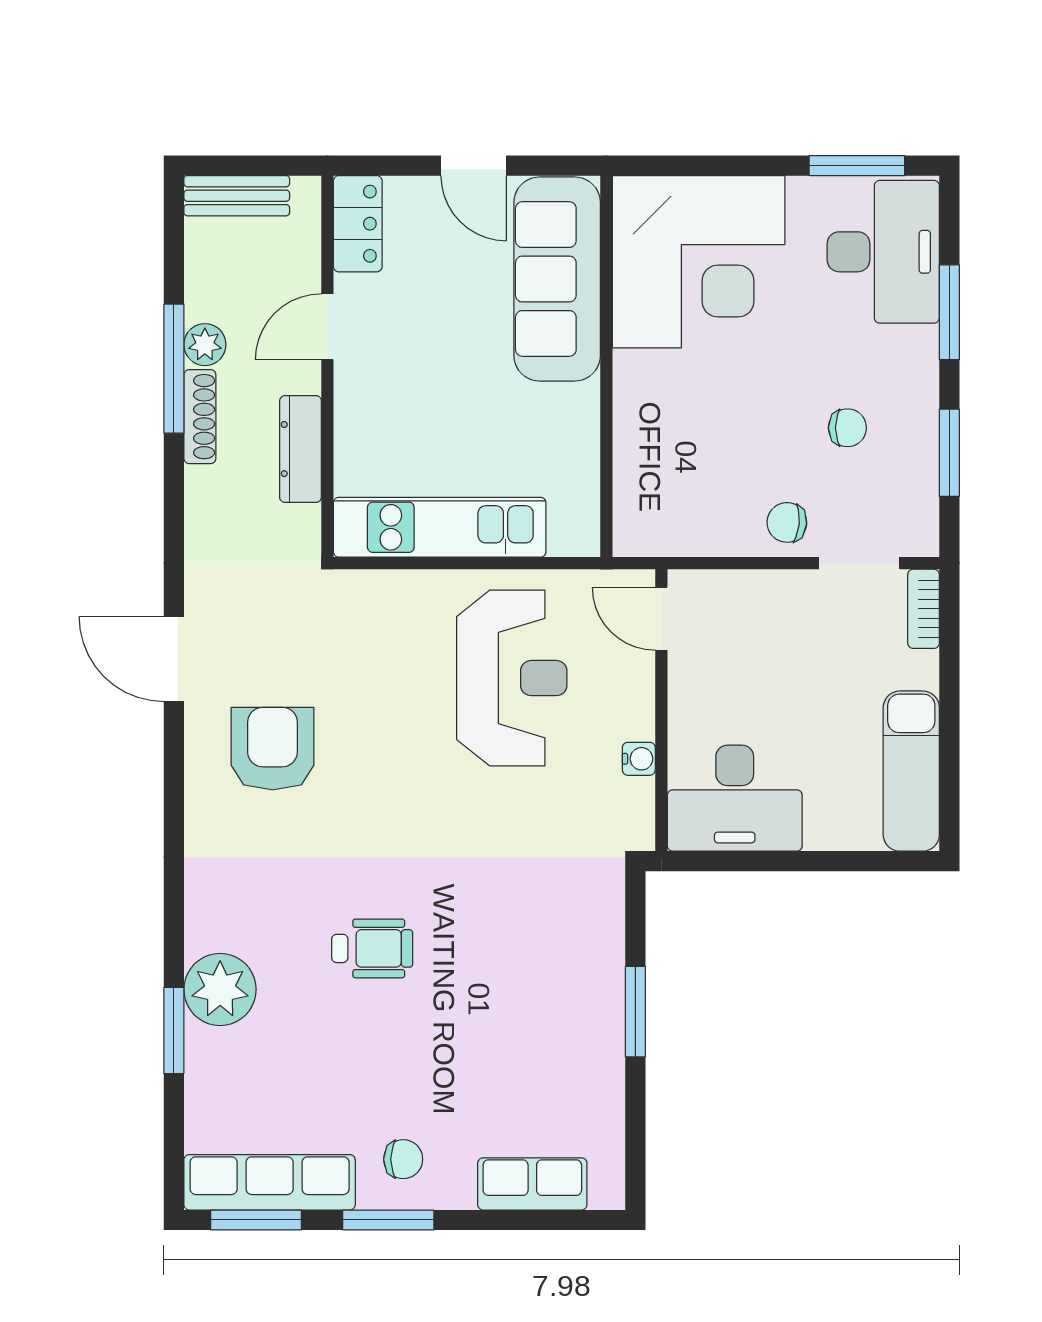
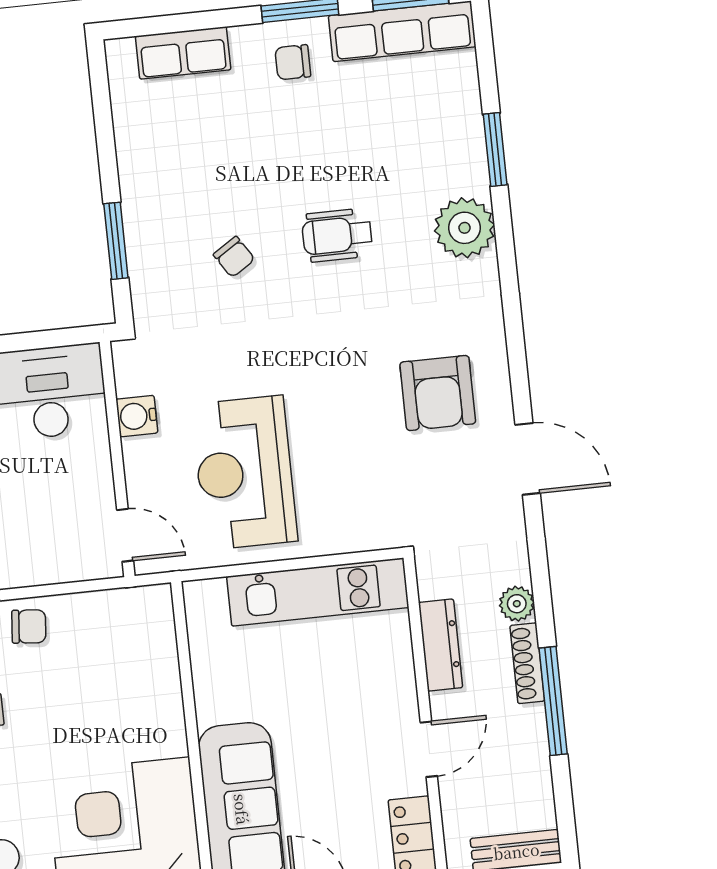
plant: (205, 345) -> (517, 604), moved
water cooler: (639, 759) -> (137, 416), width x1.38, depth x1.38
chair: (497, 935) -> (234, 257), added
plant: (220, 989) -> (465, 228), moved
window: (635, 1012) -> (116, 241), moved

